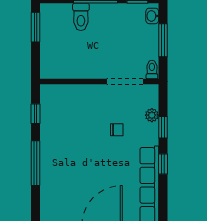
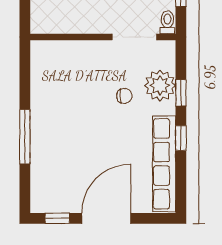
window: (36, 114) -> (25, 76), removed
plant: (152, 115) -> (160, 85), width x1.87, depth x1.87

